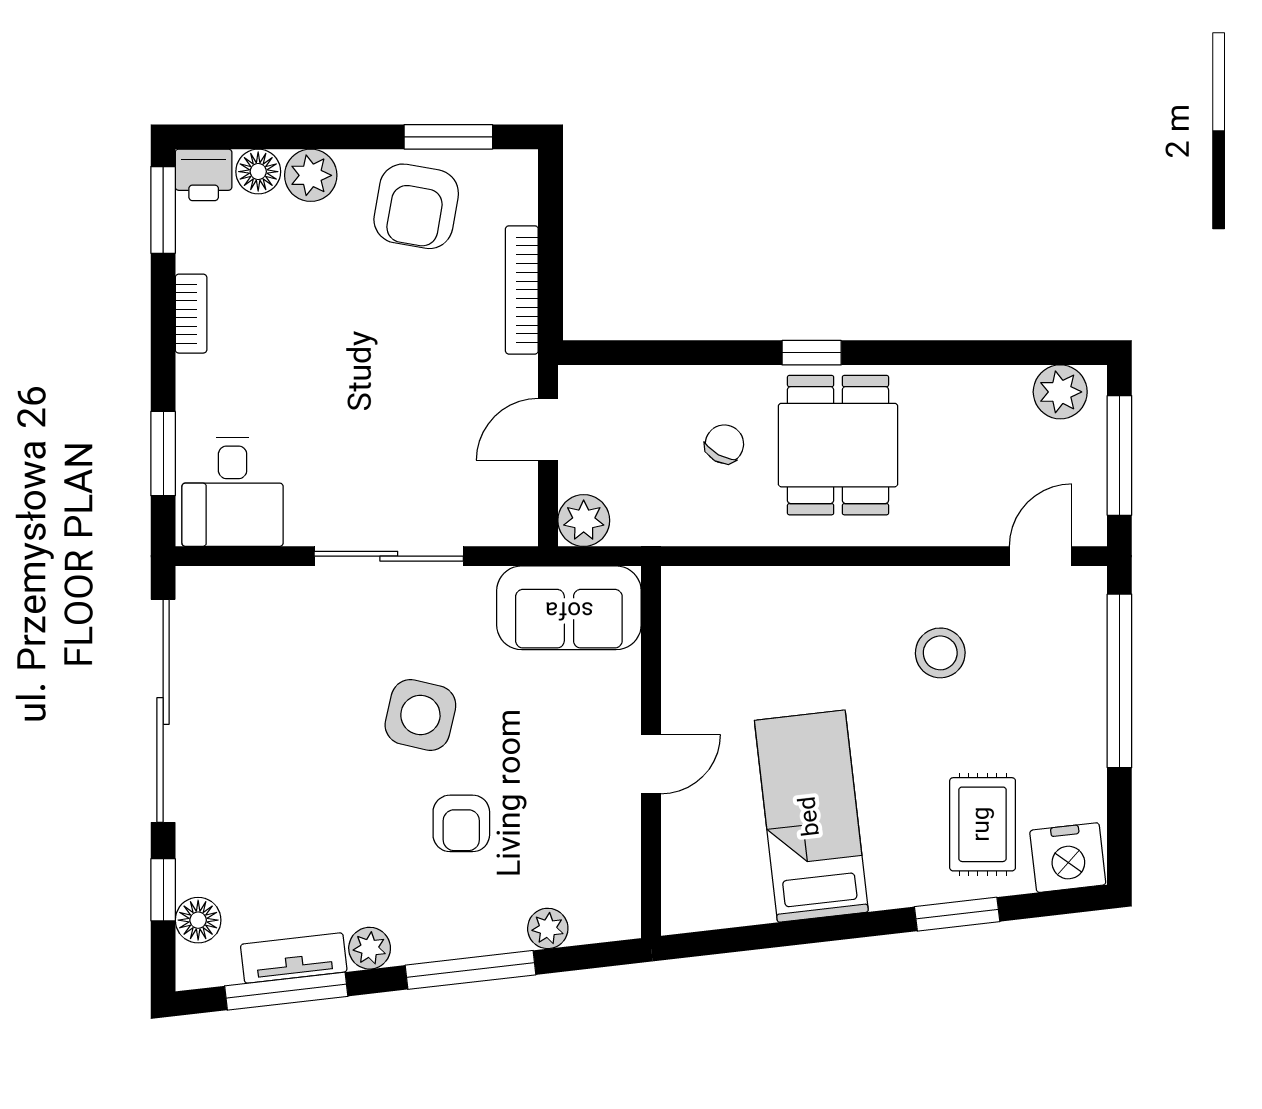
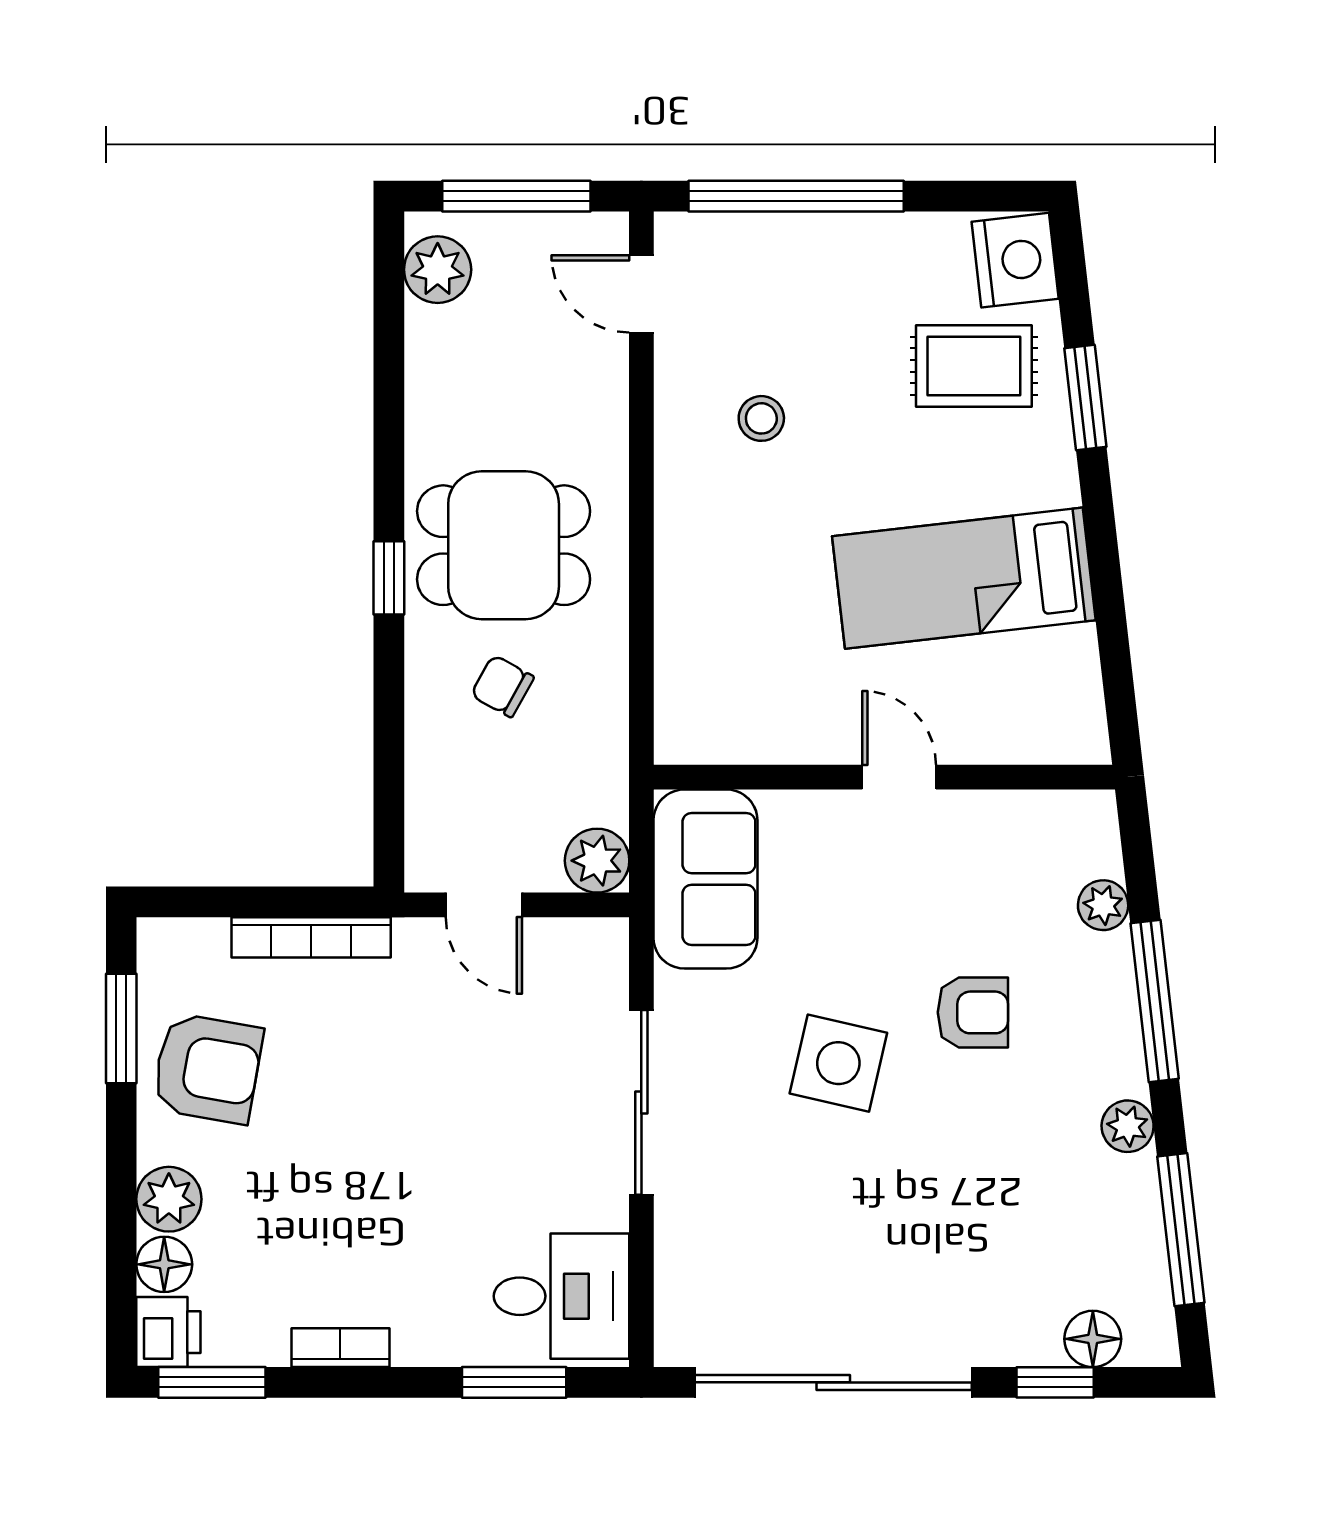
stool: (940, 653) -> (761, 418), width x0.73, depth x0.73
tv unit: (294, 958) -> (1140, 1220), removed

